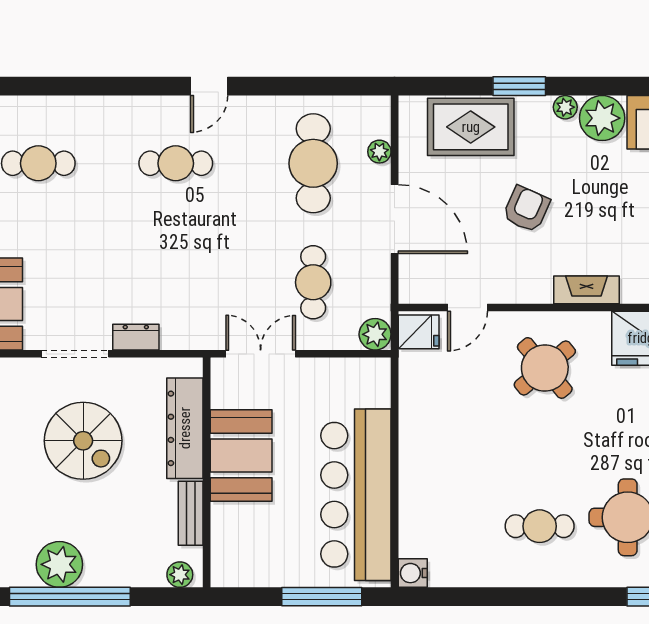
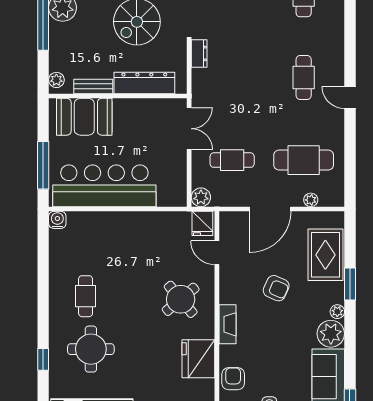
booth: (241, 456) -> (84, 117), moved

